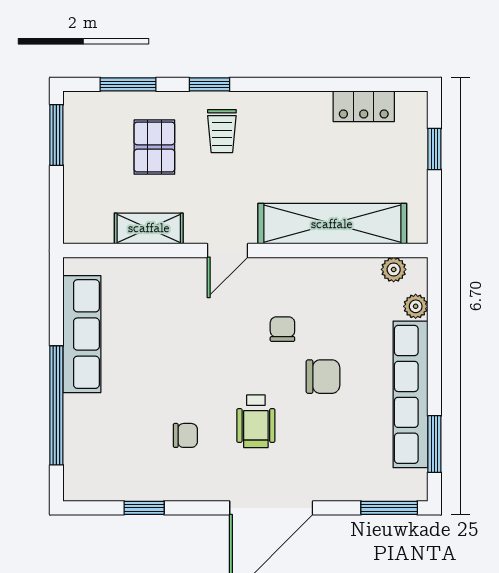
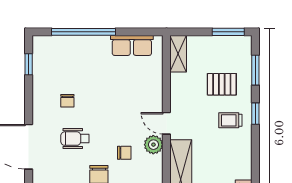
shelving: (149, 228) -> (178, 54), moved
plant: (267, 275) -> (153, 145), added
row of seats: (82, 334) -> (132, 45), width x0.68
window: (144, 508) -> (29, 64), moved

